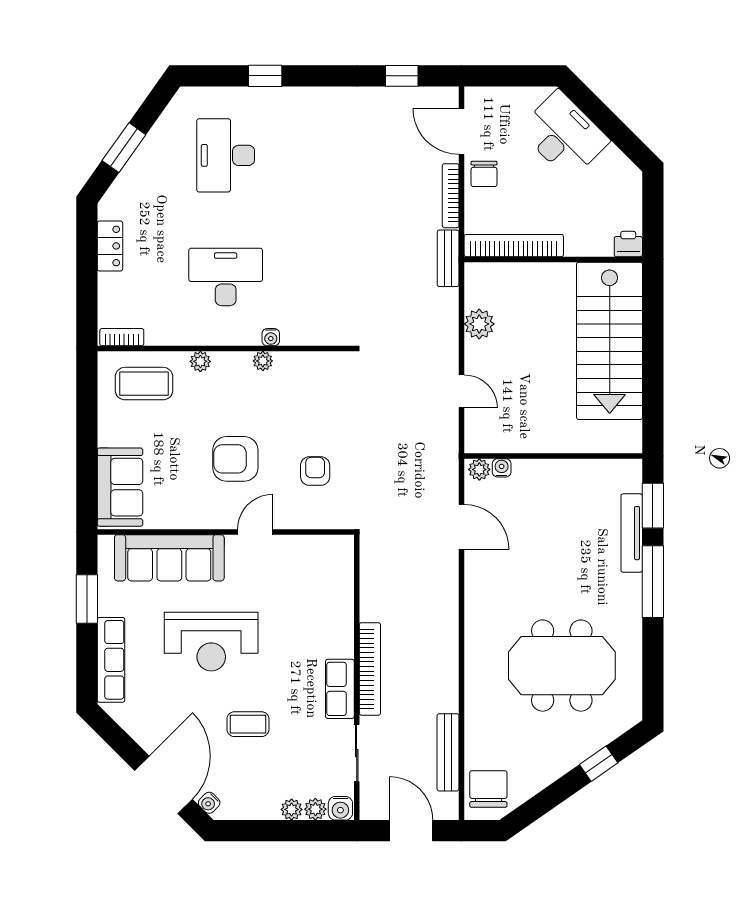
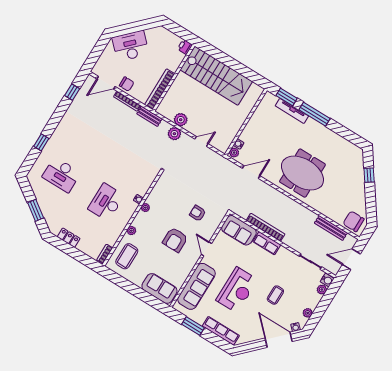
plant: (444, 329) -> (174, 134), added
sofa: (332, 573) -> (239, 230), added
meeting table: (562, 666) -> (302, 173), moved, turned 90
bookcase: (370, 669) -> (266, 227), moved
row of seats: (340, 689) -> (267, 243), moved
plant: (292, 809) -> (308, 313), moved

